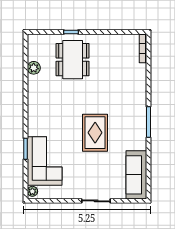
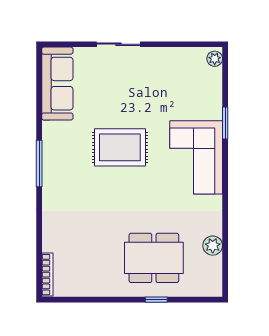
dining table: (73, 60) -> (154, 258), turned 90
rug: (95, 133) -> (120, 147), turned 90
corner sofa: (45, 161) -> (196, 157), moved

